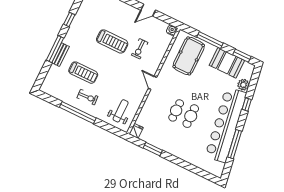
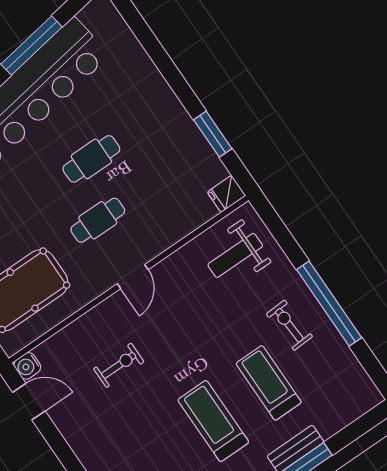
door: (148, 10) -> (29, 402), moved
treadmill: (112, 41) -> (213, 421), moved
cafe table: (176, 110) -> (98, 220), moved

